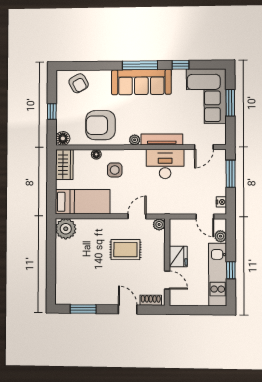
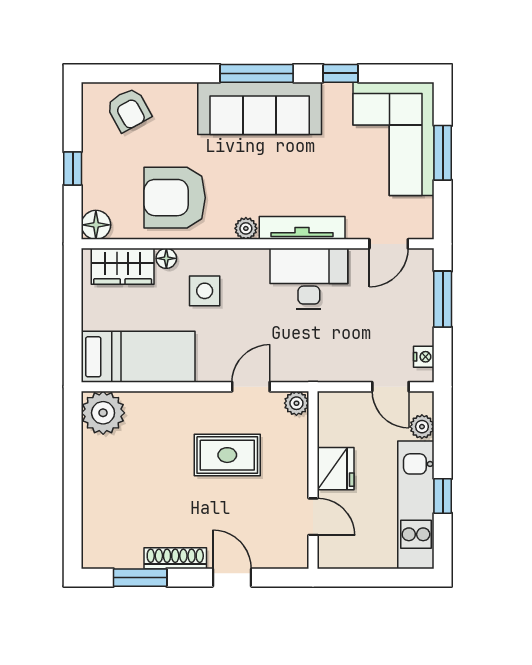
wardrobe: (64, 165) -> (123, 266), moved, turned 90
shoe rack: (151, 300) -> (175, 558), moved, width x1.43

